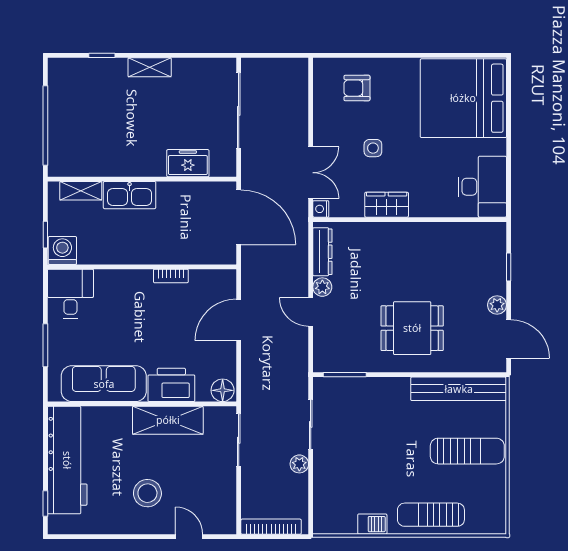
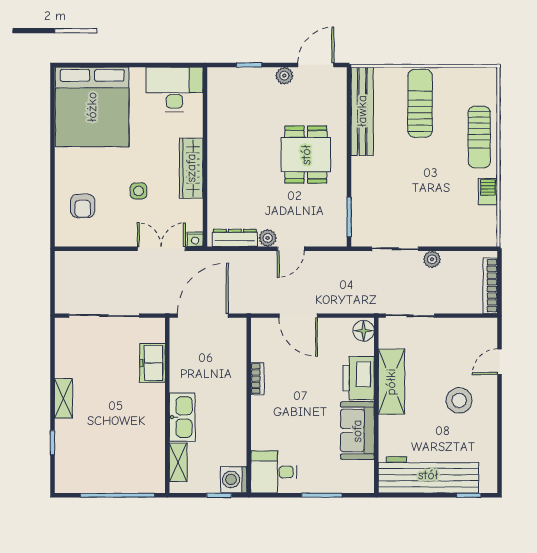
wardrobe: (387, 205) -> (191, 168), width x1.50
sofa: (104, 384) -> (357, 431), width x0.73

